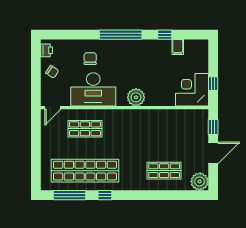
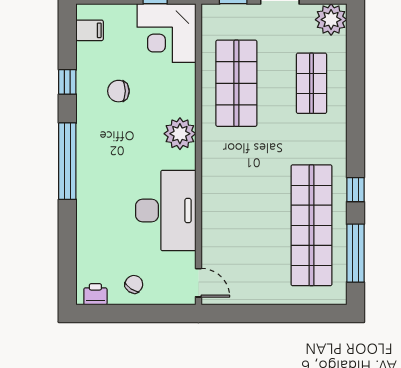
filing cabinet: (178, 47) -> (90, 30), moved
chair: (90, 59) -> (118, 91), moved
shop shelf: (85, 129) -> (236, 83), moved, width x1.43, depth x1.36

